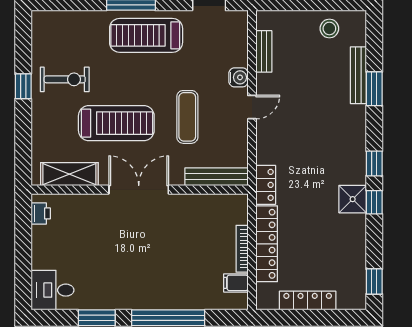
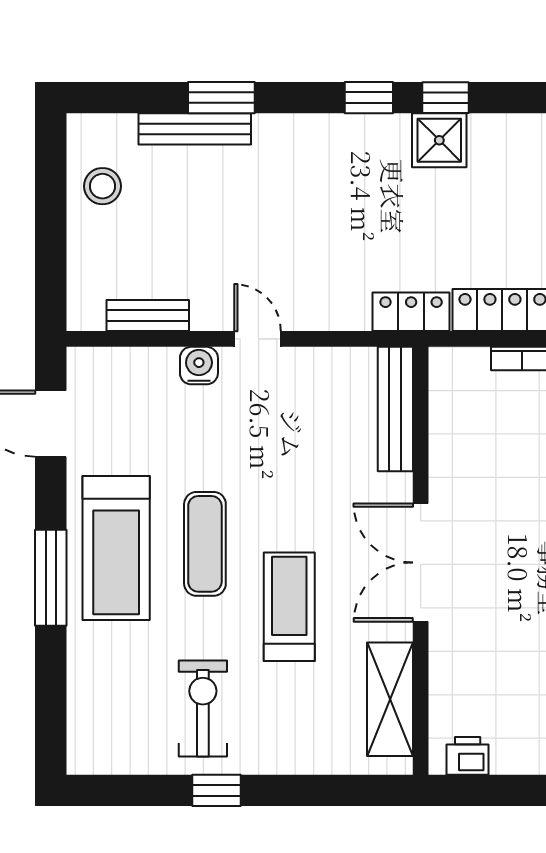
exercise mat: (187, 117) -> (205, 544), moved, turned 90
treadmill: (116, 123) -> (289, 607), width x0.73, depth x0.73

